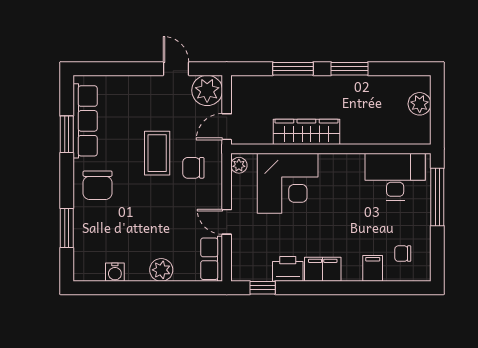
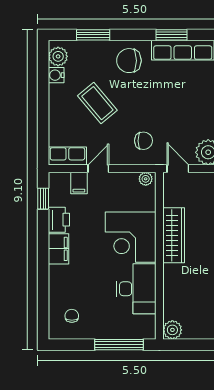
plant: (420, 104) -> (172, 330), moved
coffee table: (157, 153) -> (97, 103), moved, turned 50
chair: (193, 168) -> (143, 141), turned 90
desk: (395, 177) -> (136, 289), moved
corner desk: (288, 183) -> (131, 237), moved
filing cabinet: (373, 268) -> (79, 183), moved, turned 90
plant: (161, 270) -> (58, 56), moved

